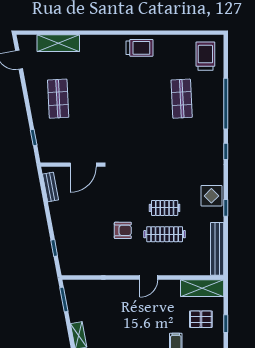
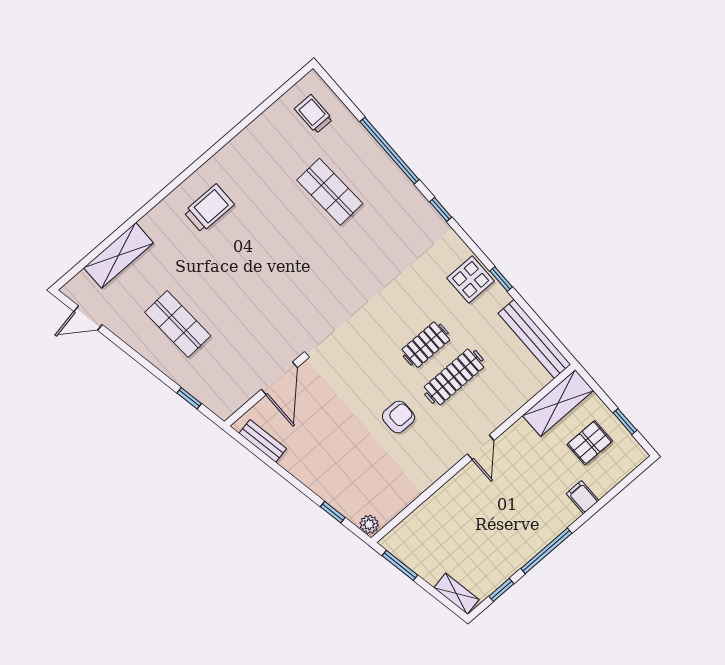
trolley: (139, 48) -> (209, 208), moved
trolley: (205, 56) -> (314, 114), width x0.73, depth x0.72
plant: (66, 268) -> (369, 524), added

